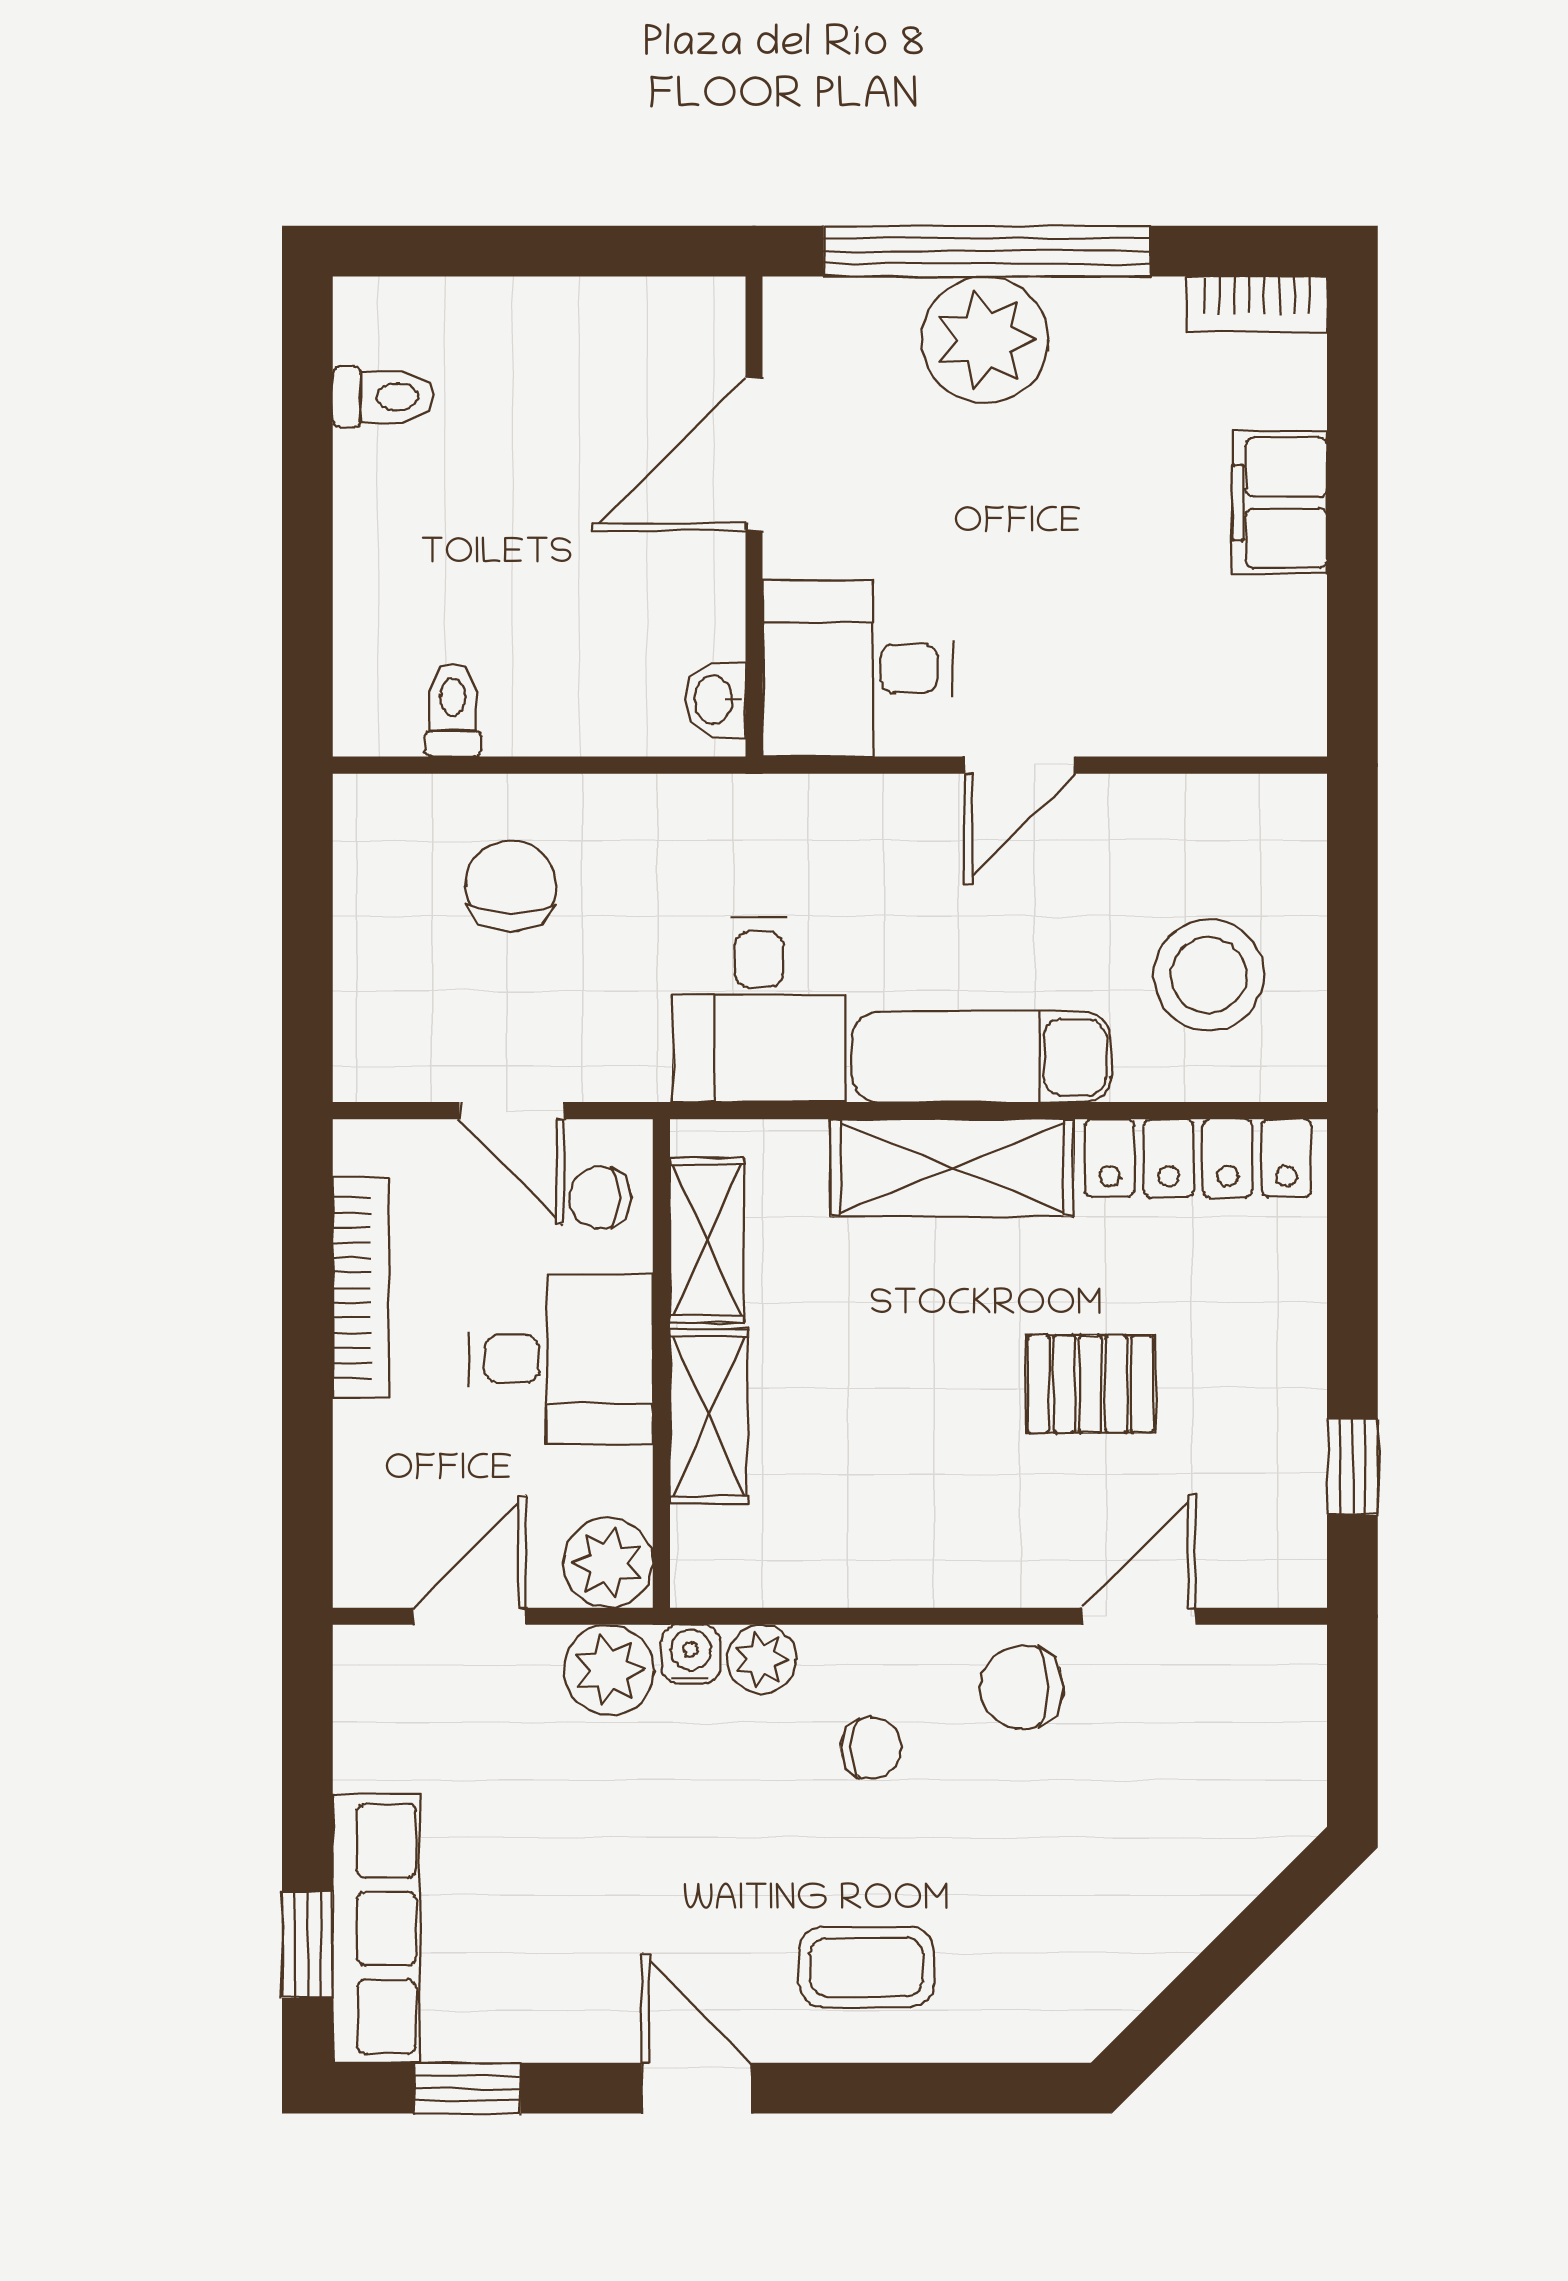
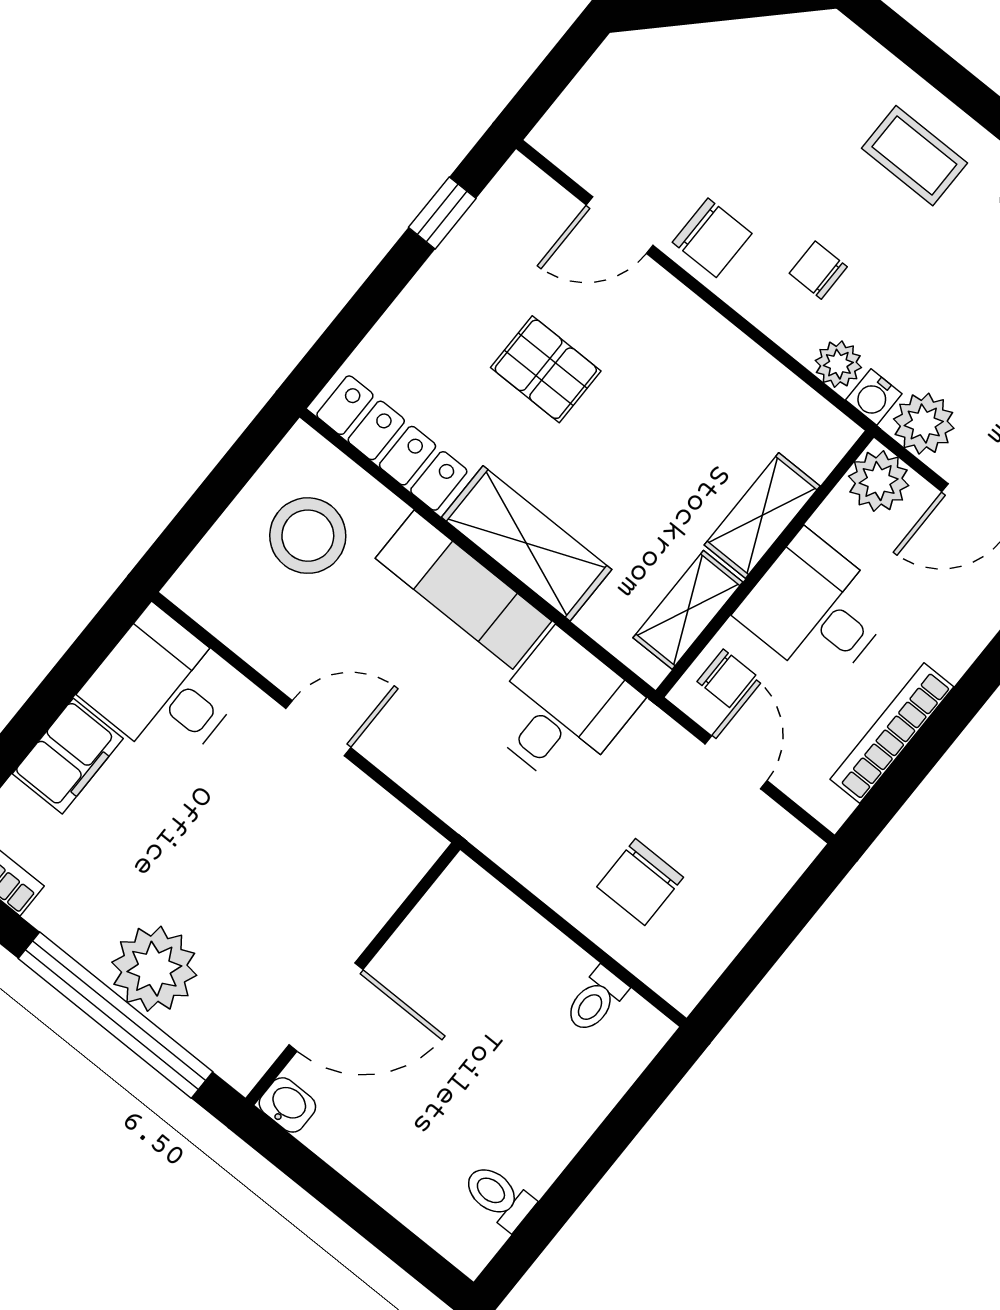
desk: (858, 669) -> (164, 688), moved, turned 180
washbasin: (715, 700) -> (287, 1105), moved, turned -90

